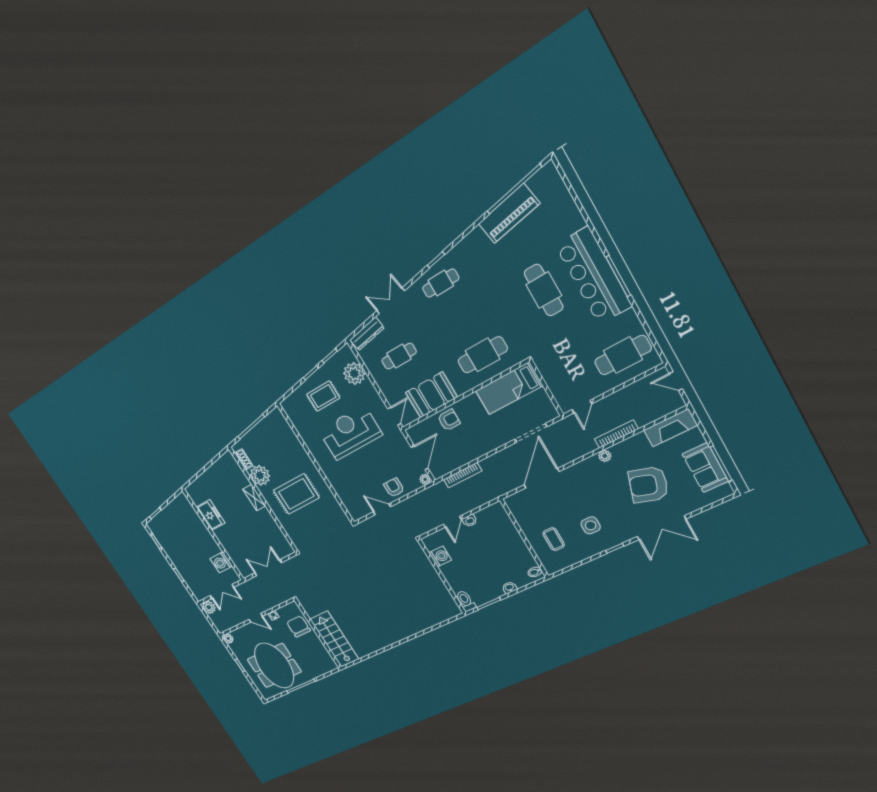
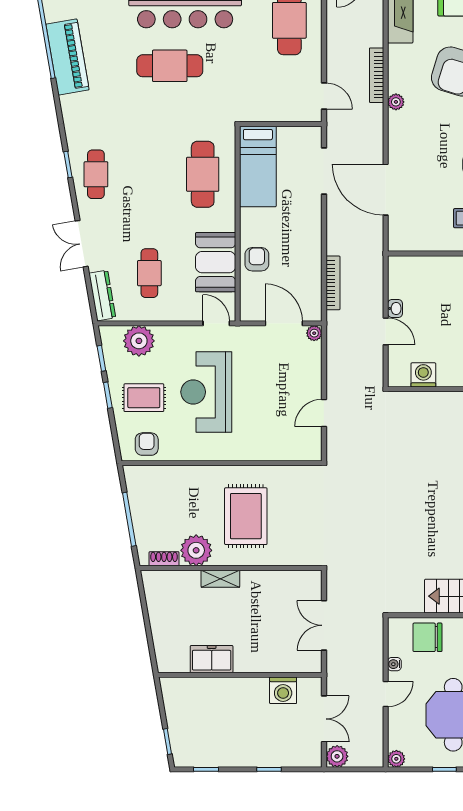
rug: (323, 396) -> (144, 398), turned 90
armchair: (394, 488) -> (147, 444), moved, turned 90

